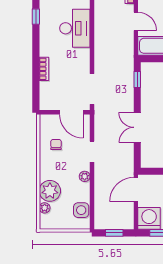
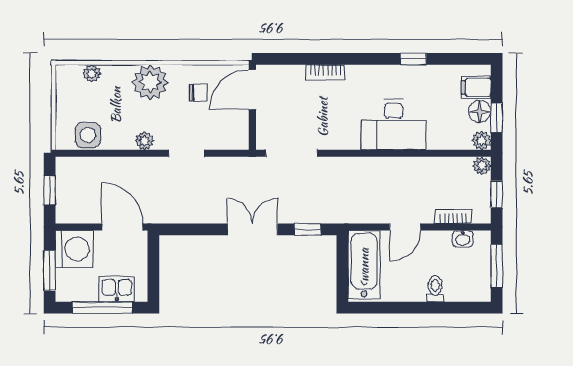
door: (71, 112) -> (252, 90), moved
double door: (137, 127) -> (252, 229), moved
plant: (50, 191) -> (150, 82), moved

